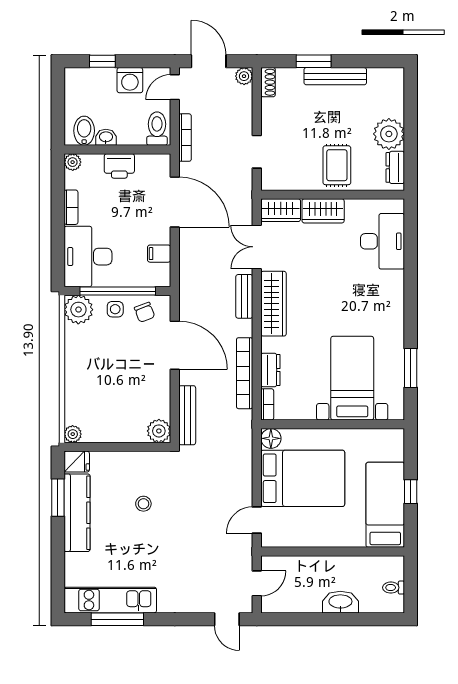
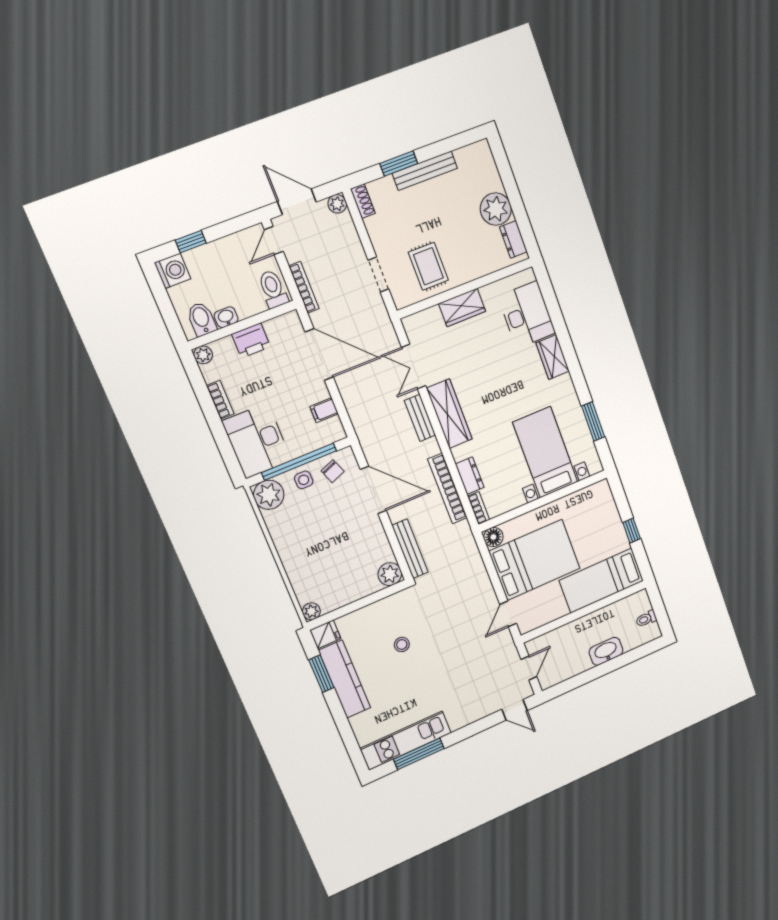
washing machine: (130, 80) -> (173, 271), moved, turned -90
rug: (337, 165) -> (428, 266), moved
wardrobe: (281, 210) -> (553, 357), moved, turned 90
bed: (385, 505) -> (601, 581), moved, turned -90

